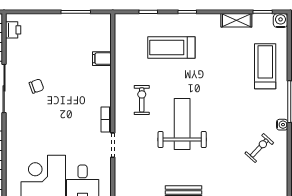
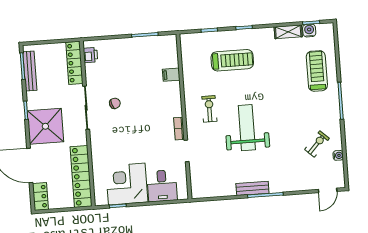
water cooler: (281, 21) -> (309, 31), moved
treadmill: (171, 47) -> (232, 60), turned 180
water cooler: (282, 125) -> (338, 155), moved

